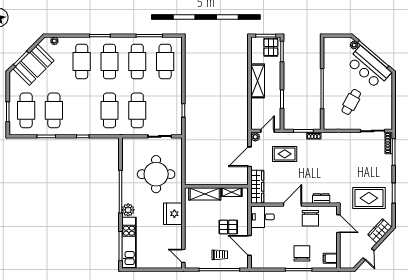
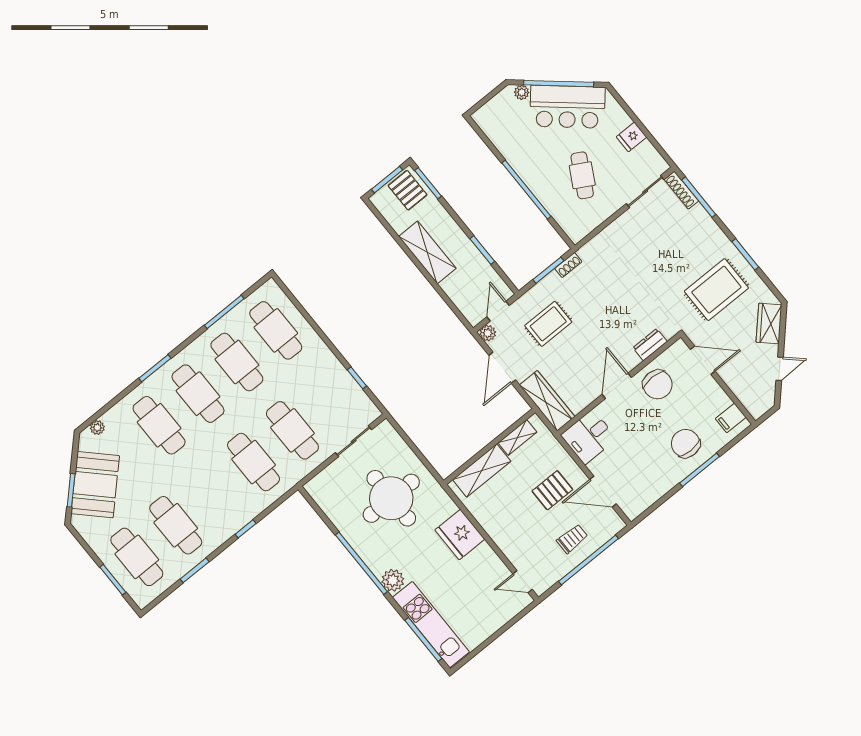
fridge: (386, 103) -> (632, 137), added
door: (368, 254) -> (780, 369), hinge flipped

